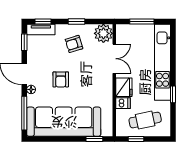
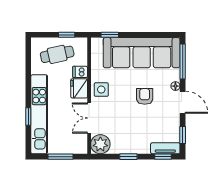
armchair: (74, 44) -> (131, 133), removed
side table: (103, 86) -> (101, 90), added
window: (173, 94) -> (28, 117), moved

